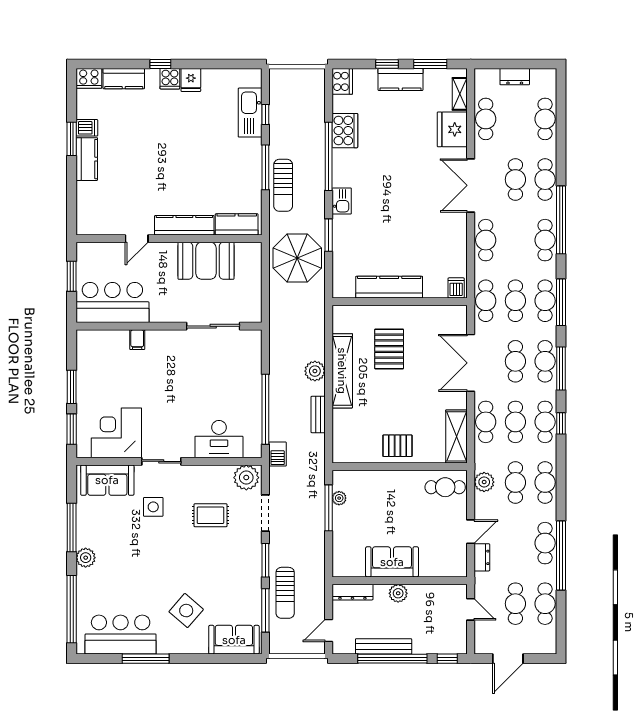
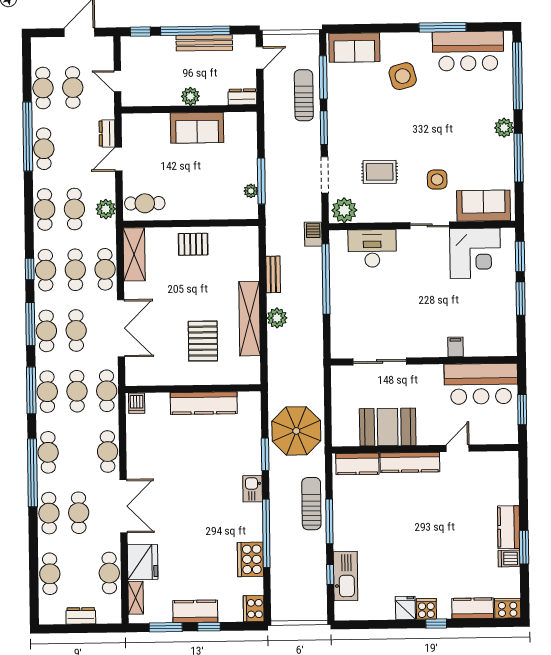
dresser: (352, 592) -> (242, 97), width x0.70
side table: (186, 611) -> (403, 76), turned 34

